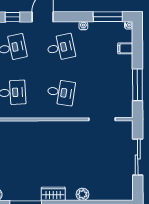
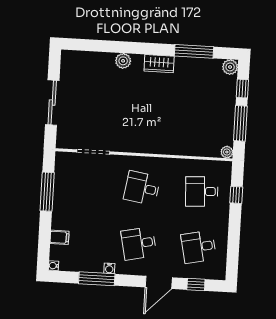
window: (108, 17) -> (97, 279), moved

